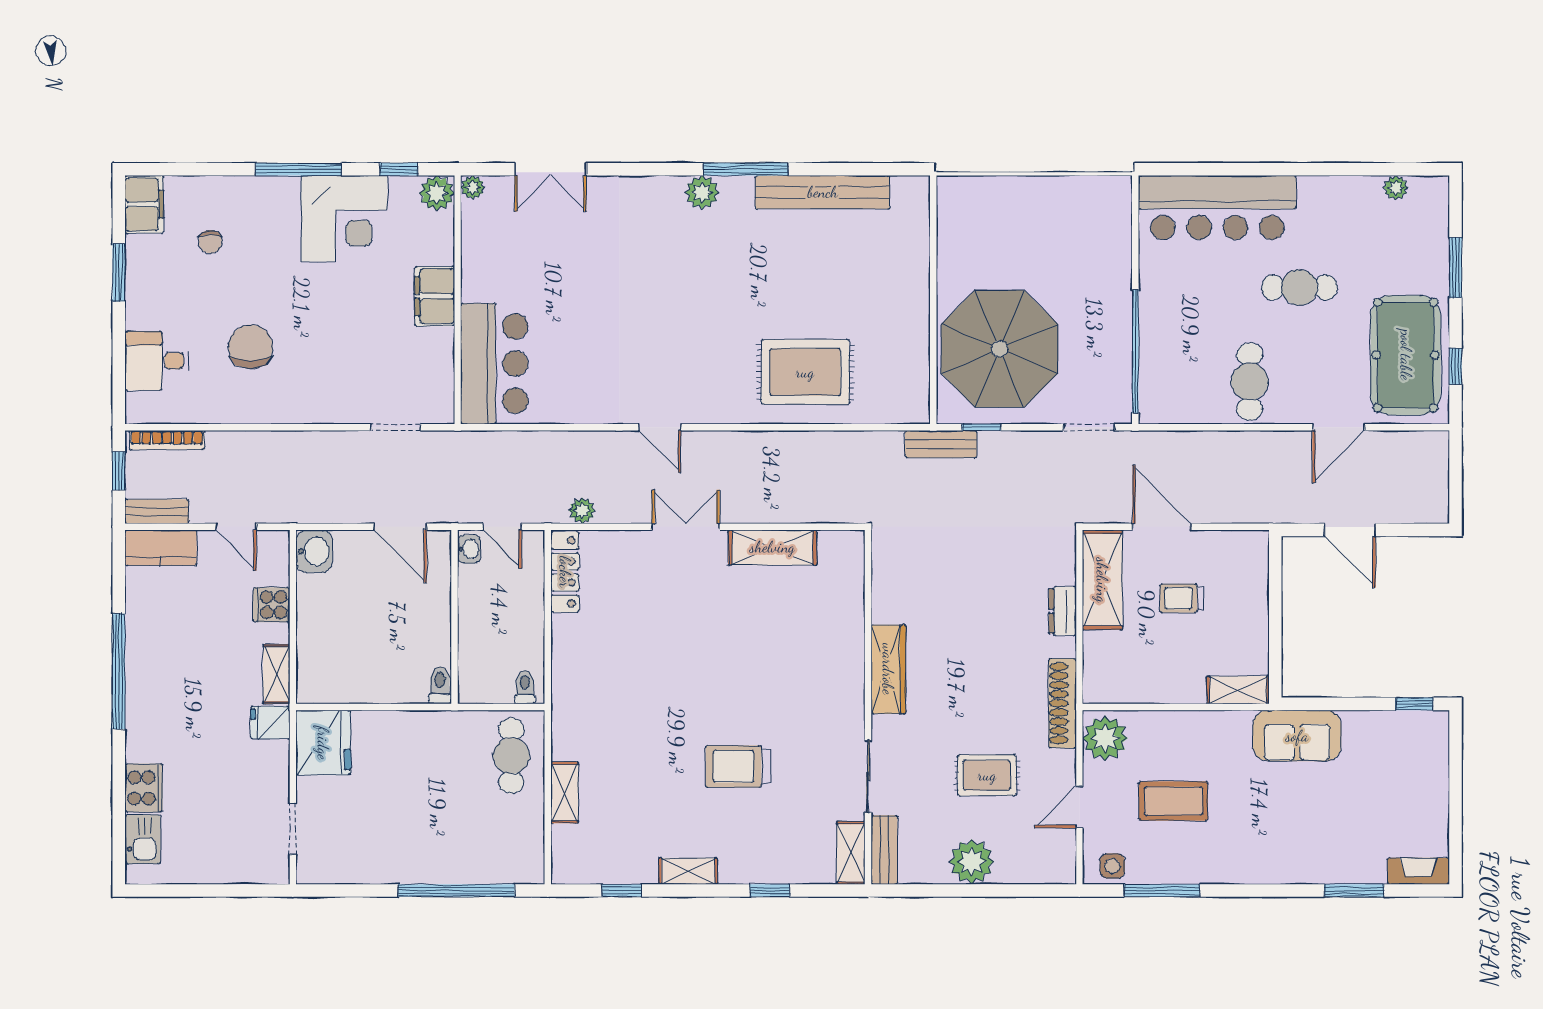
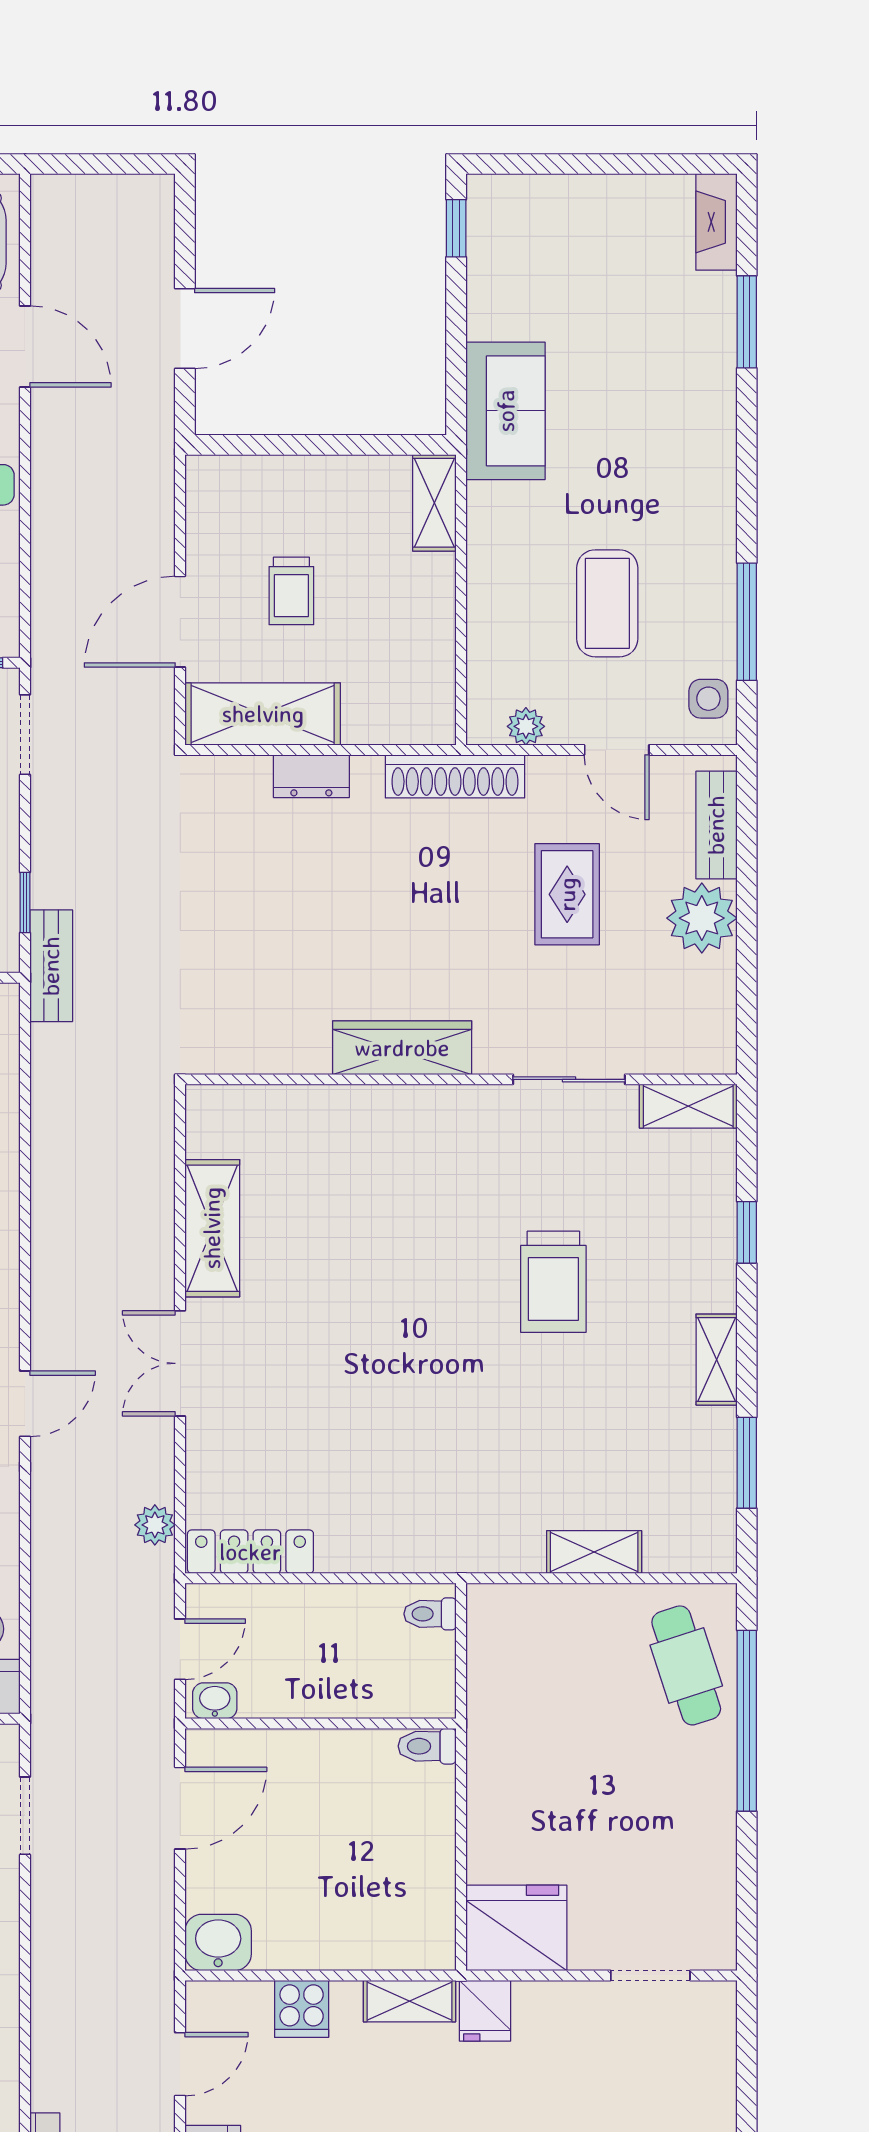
plant: (1105, 738) -> (526, 726), width x0.53, depth x0.53
cafe table: (511, 756) -> (686, 1665), moved, turned 72
bench: (884, 850) -> (716, 825), moved, turned 90
window: (622, 890) -> (747, 1463), width x1.50

